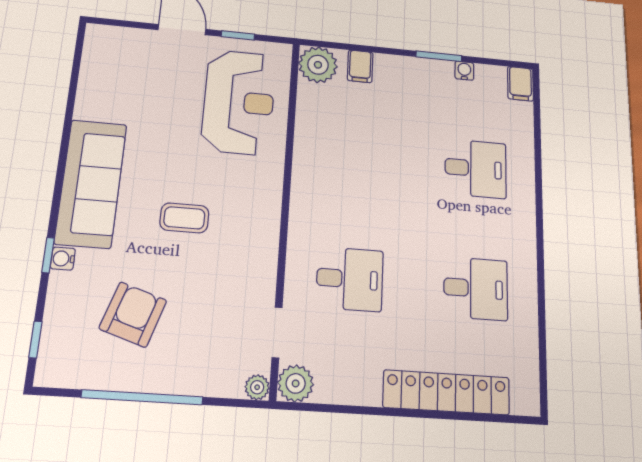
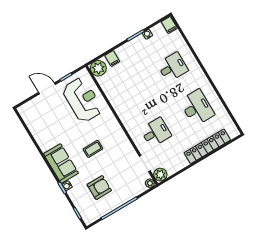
sofa: (91, 183) -> (61, 164), width x0.73
desk: (476, 288) -> (197, 108), width x1.37
armchair: (133, 314) -> (99, 188), turned 72

